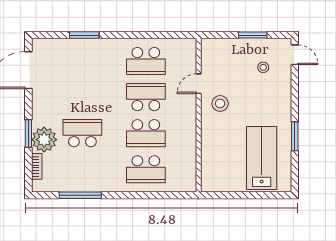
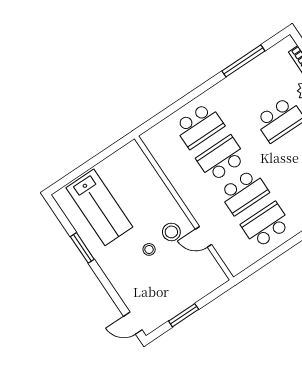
stool: (263, 67) -> (149, 249), moved
door: (199, 84) -> (203, 237), swing flipped
school desk: (146, 169) -> (199, 126), turned 180

